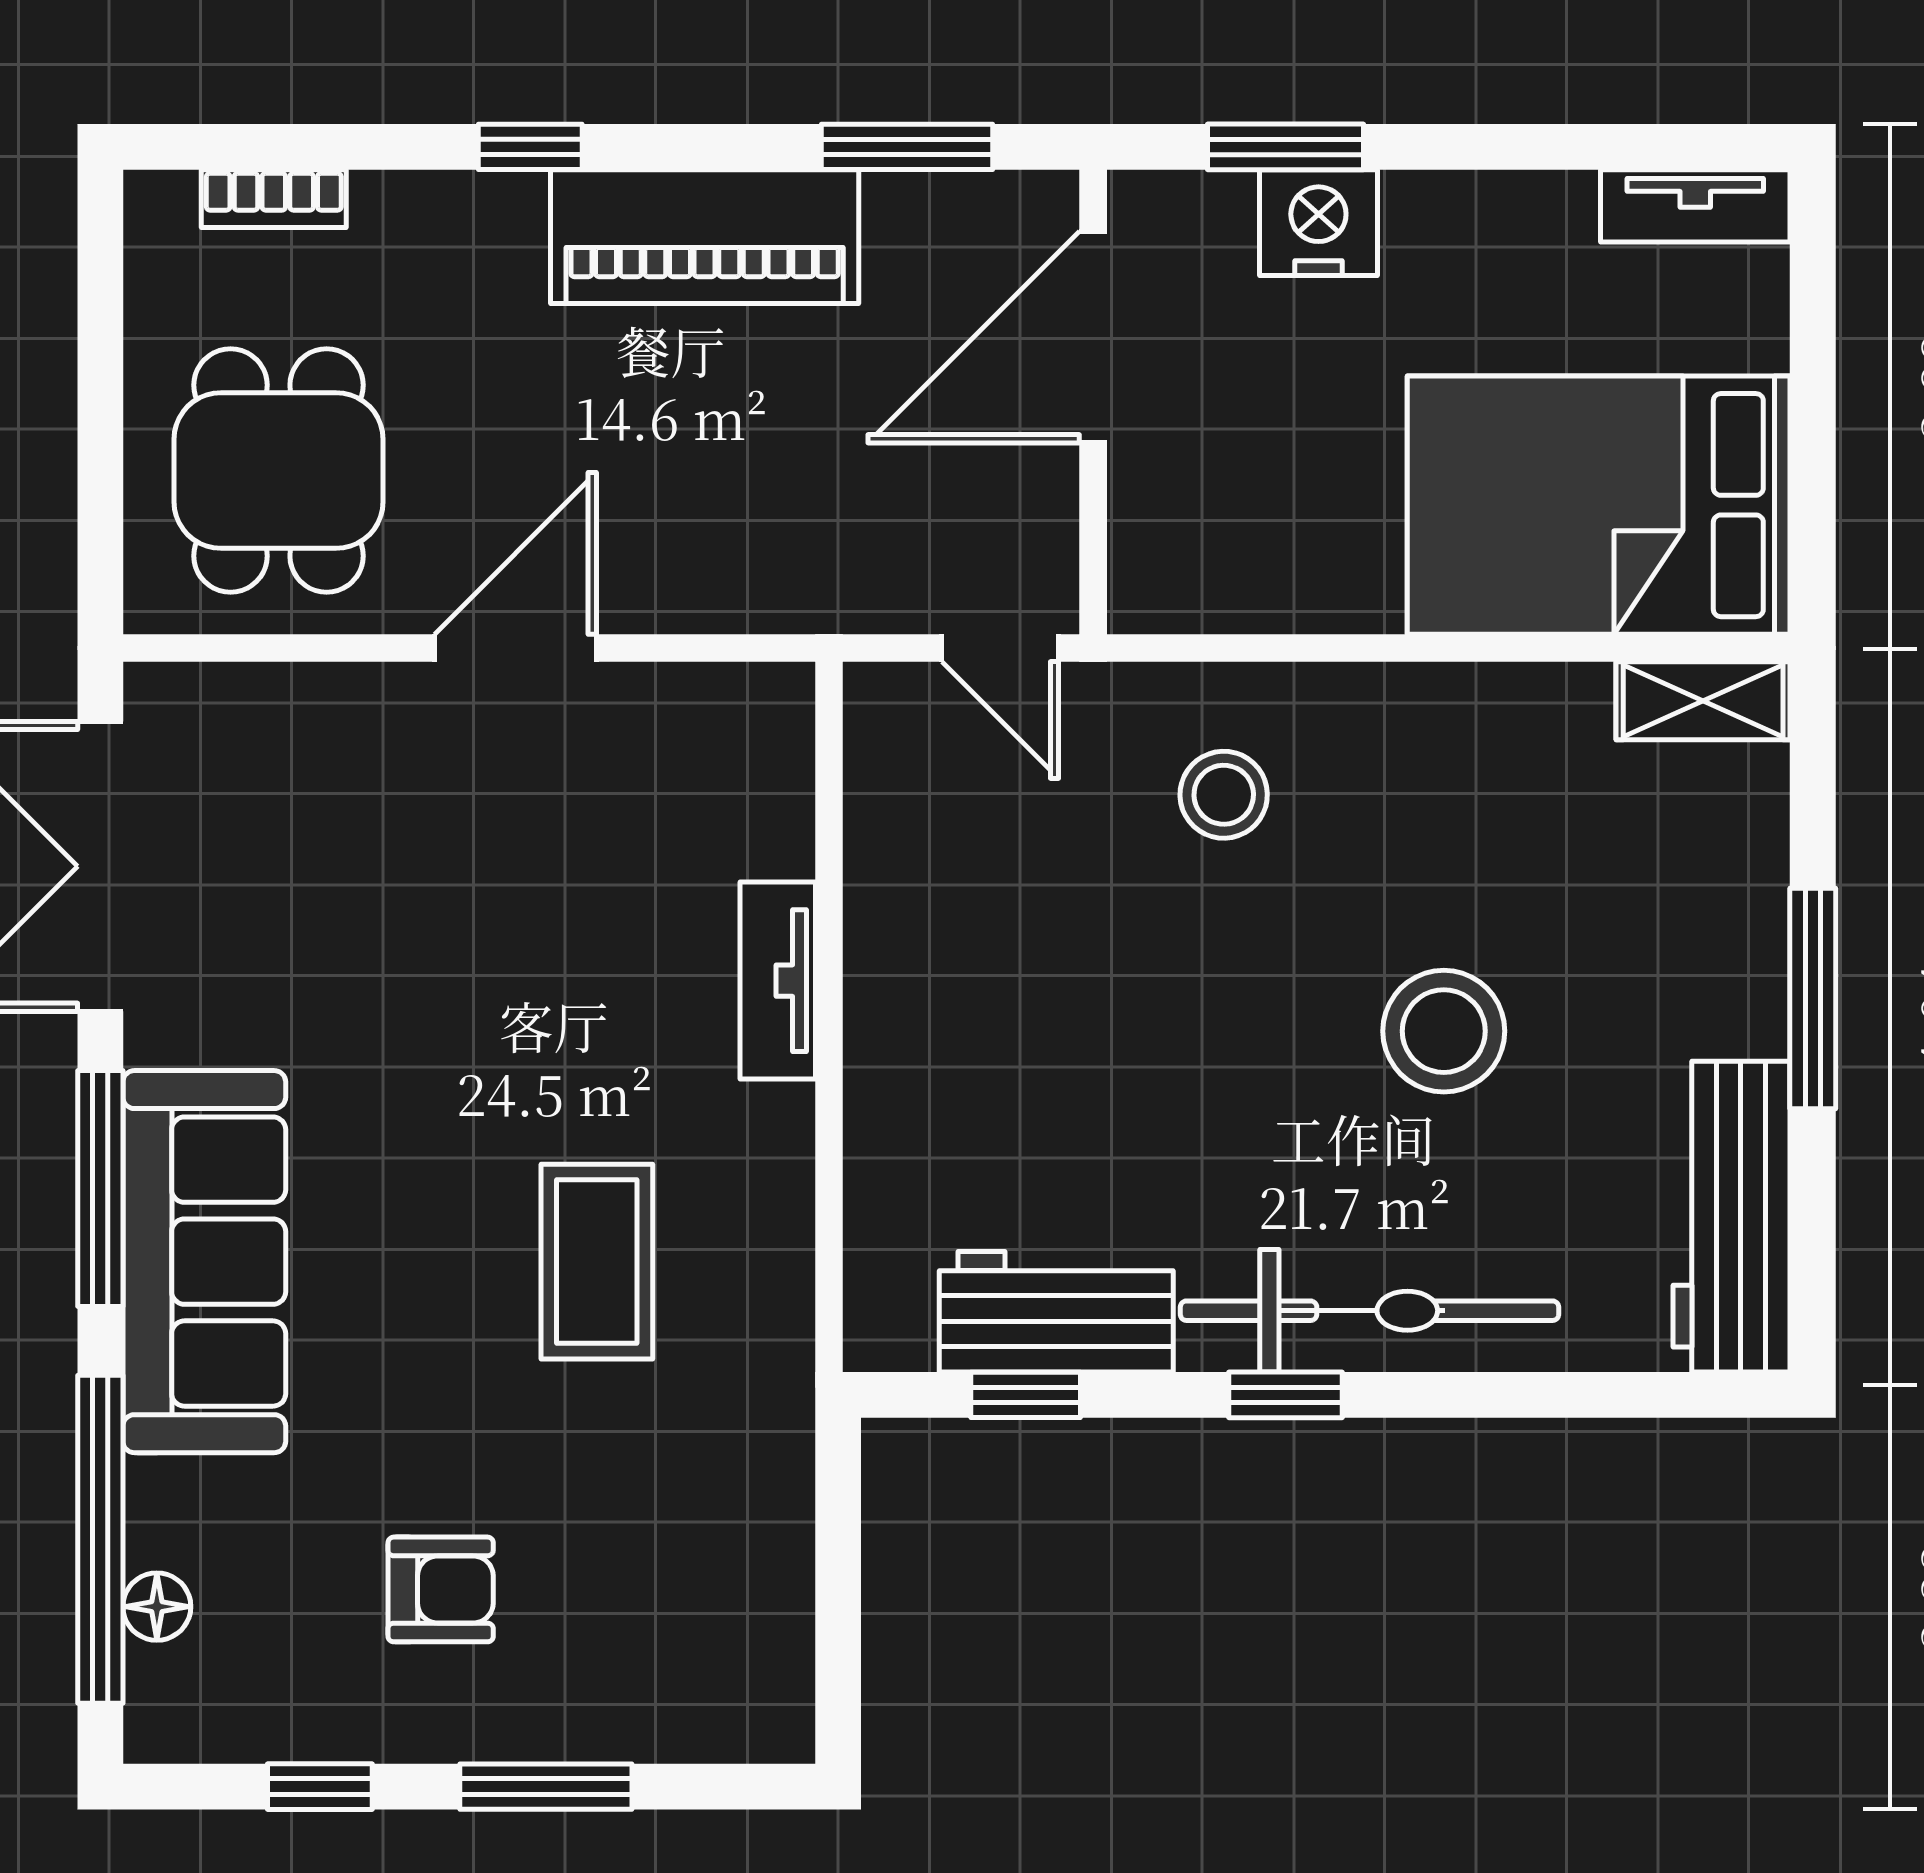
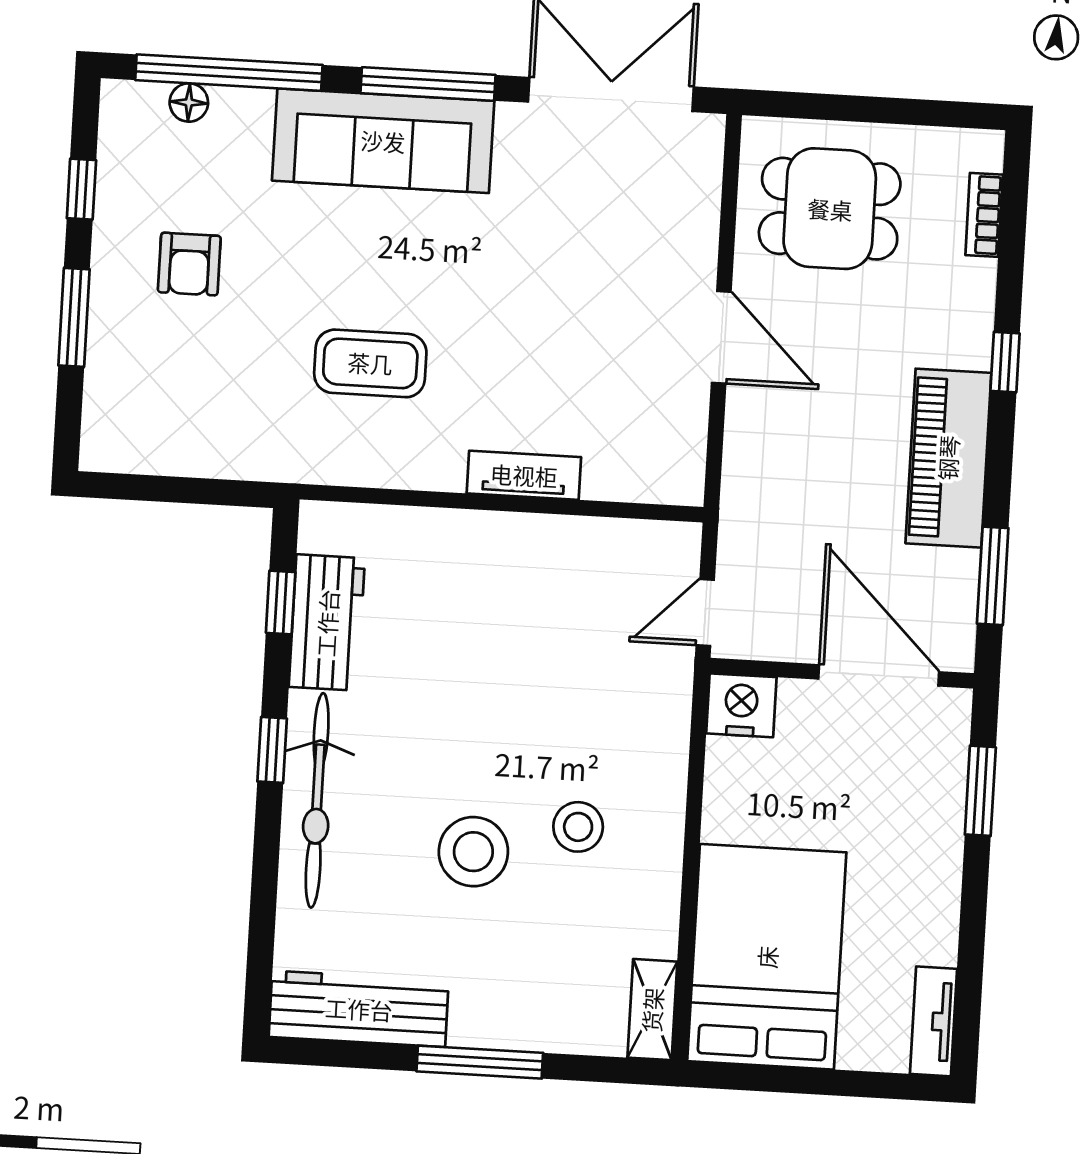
nightstand: (1318, 223) -> (741, 705), moved, turned -90
stool: (1224, 795) -> (578, 827), moved

